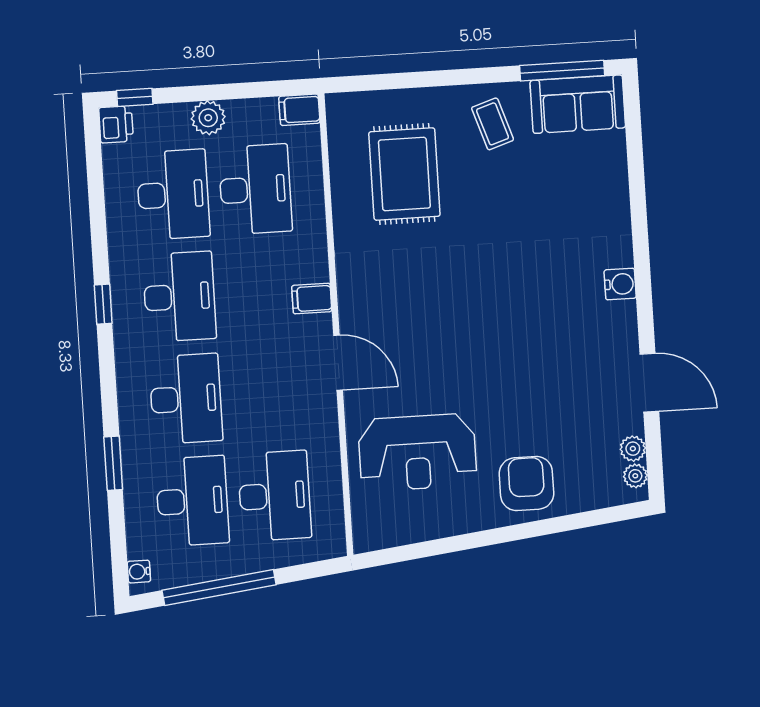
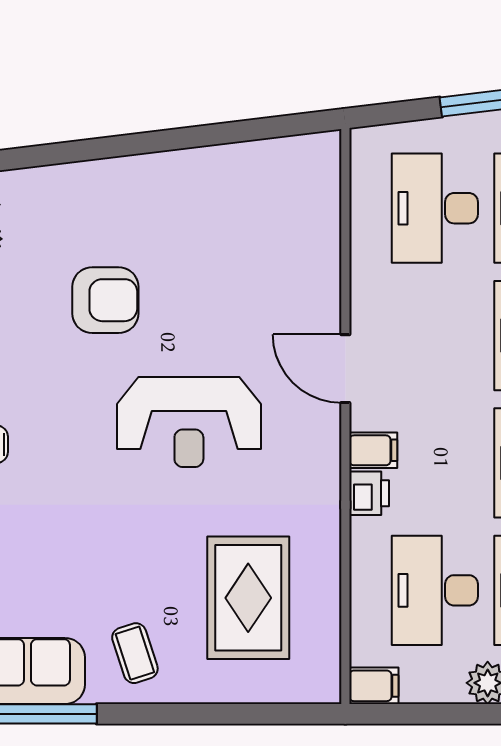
printer: (313, 264) -> (369, 493), added
reception desk: (417, 452) -> (189, 422), moved, turned 180
armchair: (526, 483) -> (105, 300), moved, turned -90

